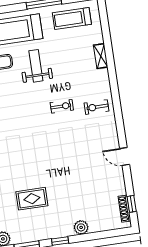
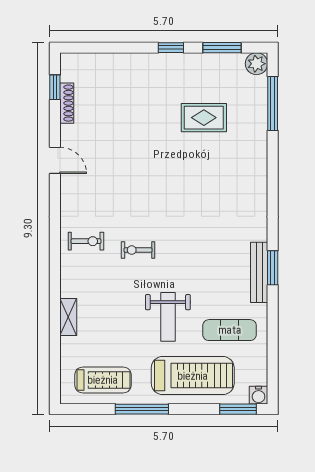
shoe rack: (124, 209) -> (67, 103), moved
plant: (81, 227) -> (136, 63), removed

